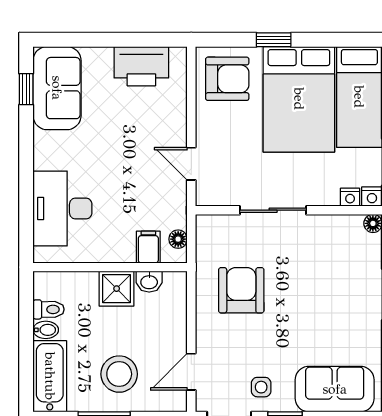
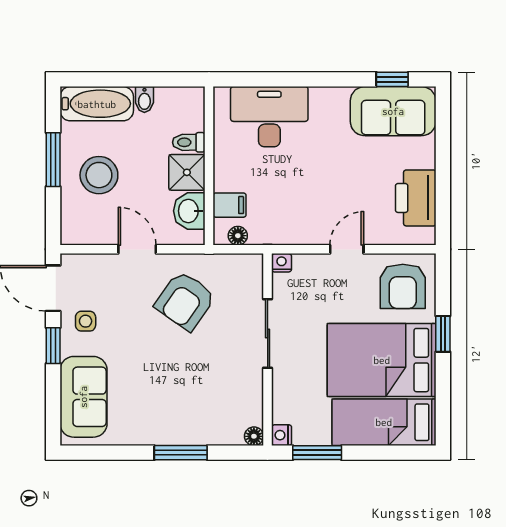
door: (191, 164) -> (347, 249), moved
nightstand: (350, 197) -> (282, 263), moved, turned 90
washbasin: (149, 282) -> (189, 211), width x1.38, depth x1.45
armchair: (241, 290) -> (185, 301), turned 125
toilet: (49, 309) -> (189, 142), moved, turned 90
door: (191, 372) -> (137, 249), moved

